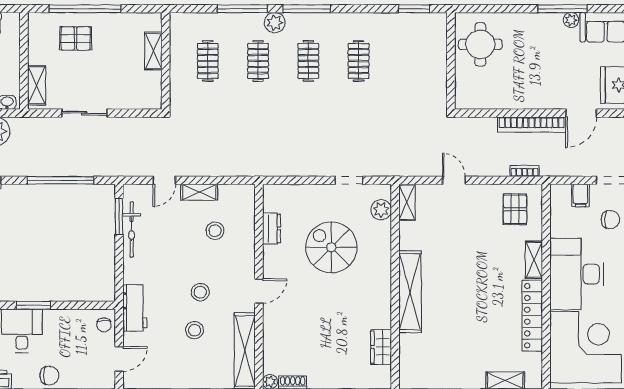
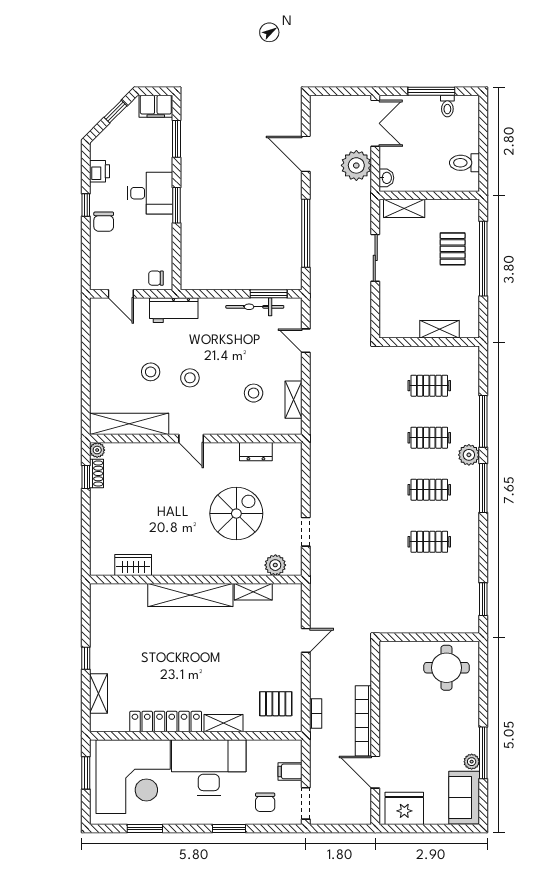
shelving: (199, 192) -> (293, 400), moved
shelving: (407, 202) -> (253, 592), moved

